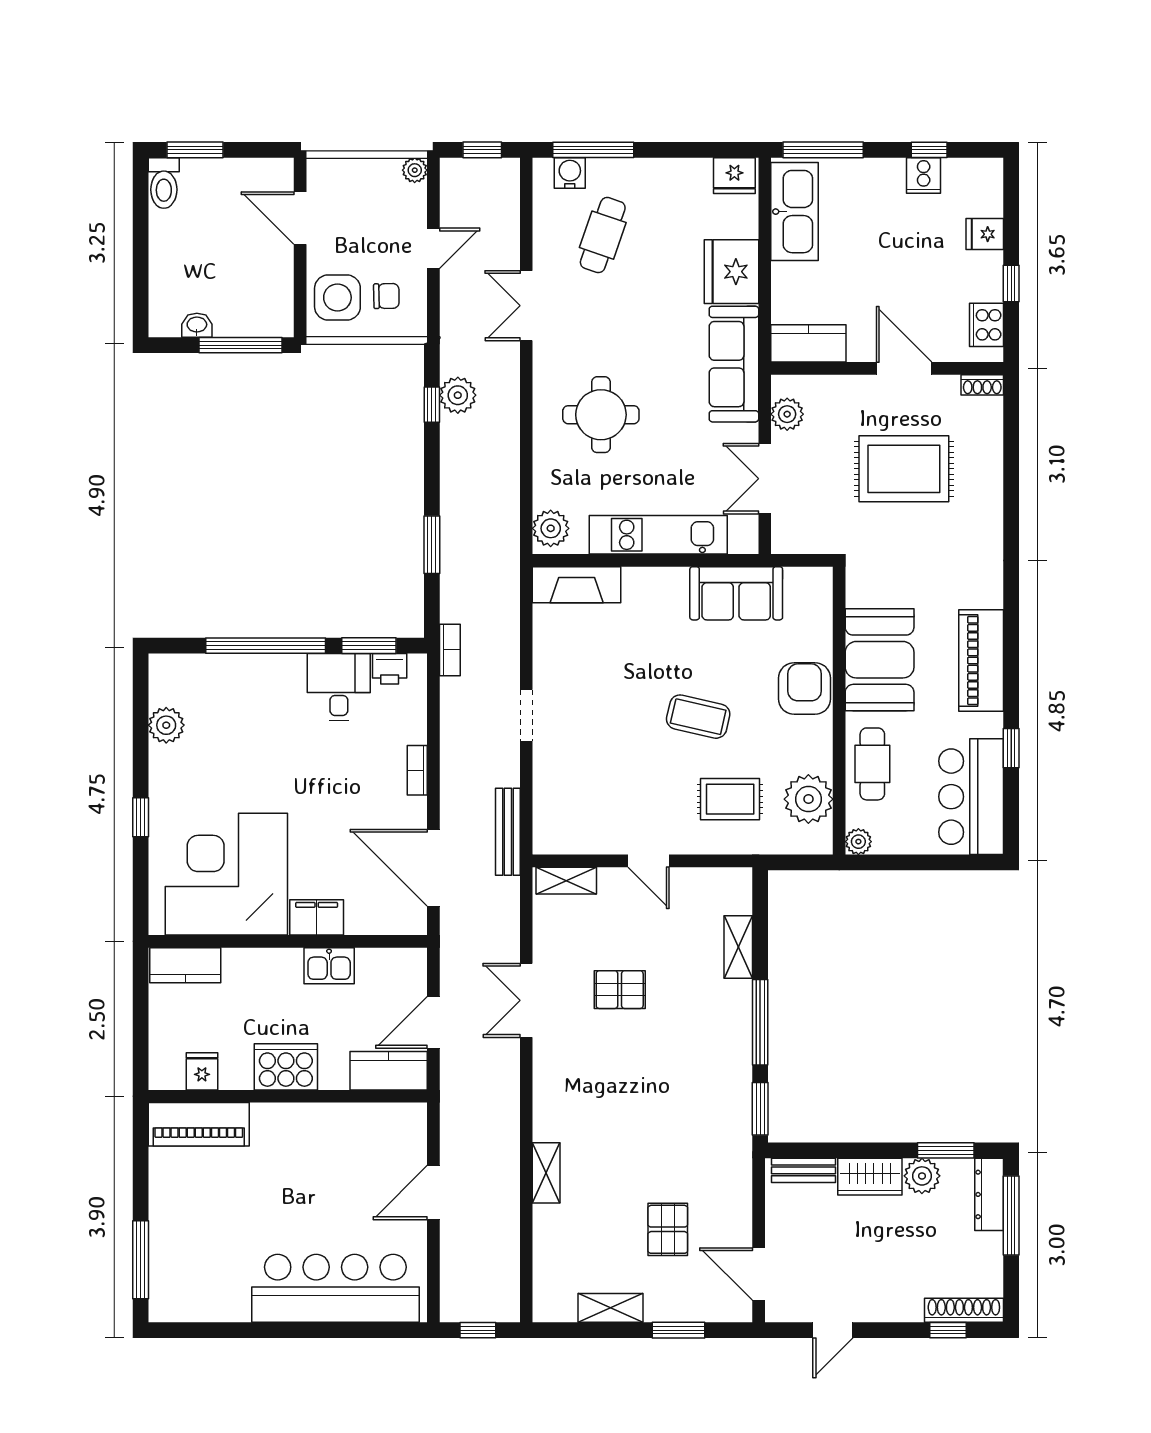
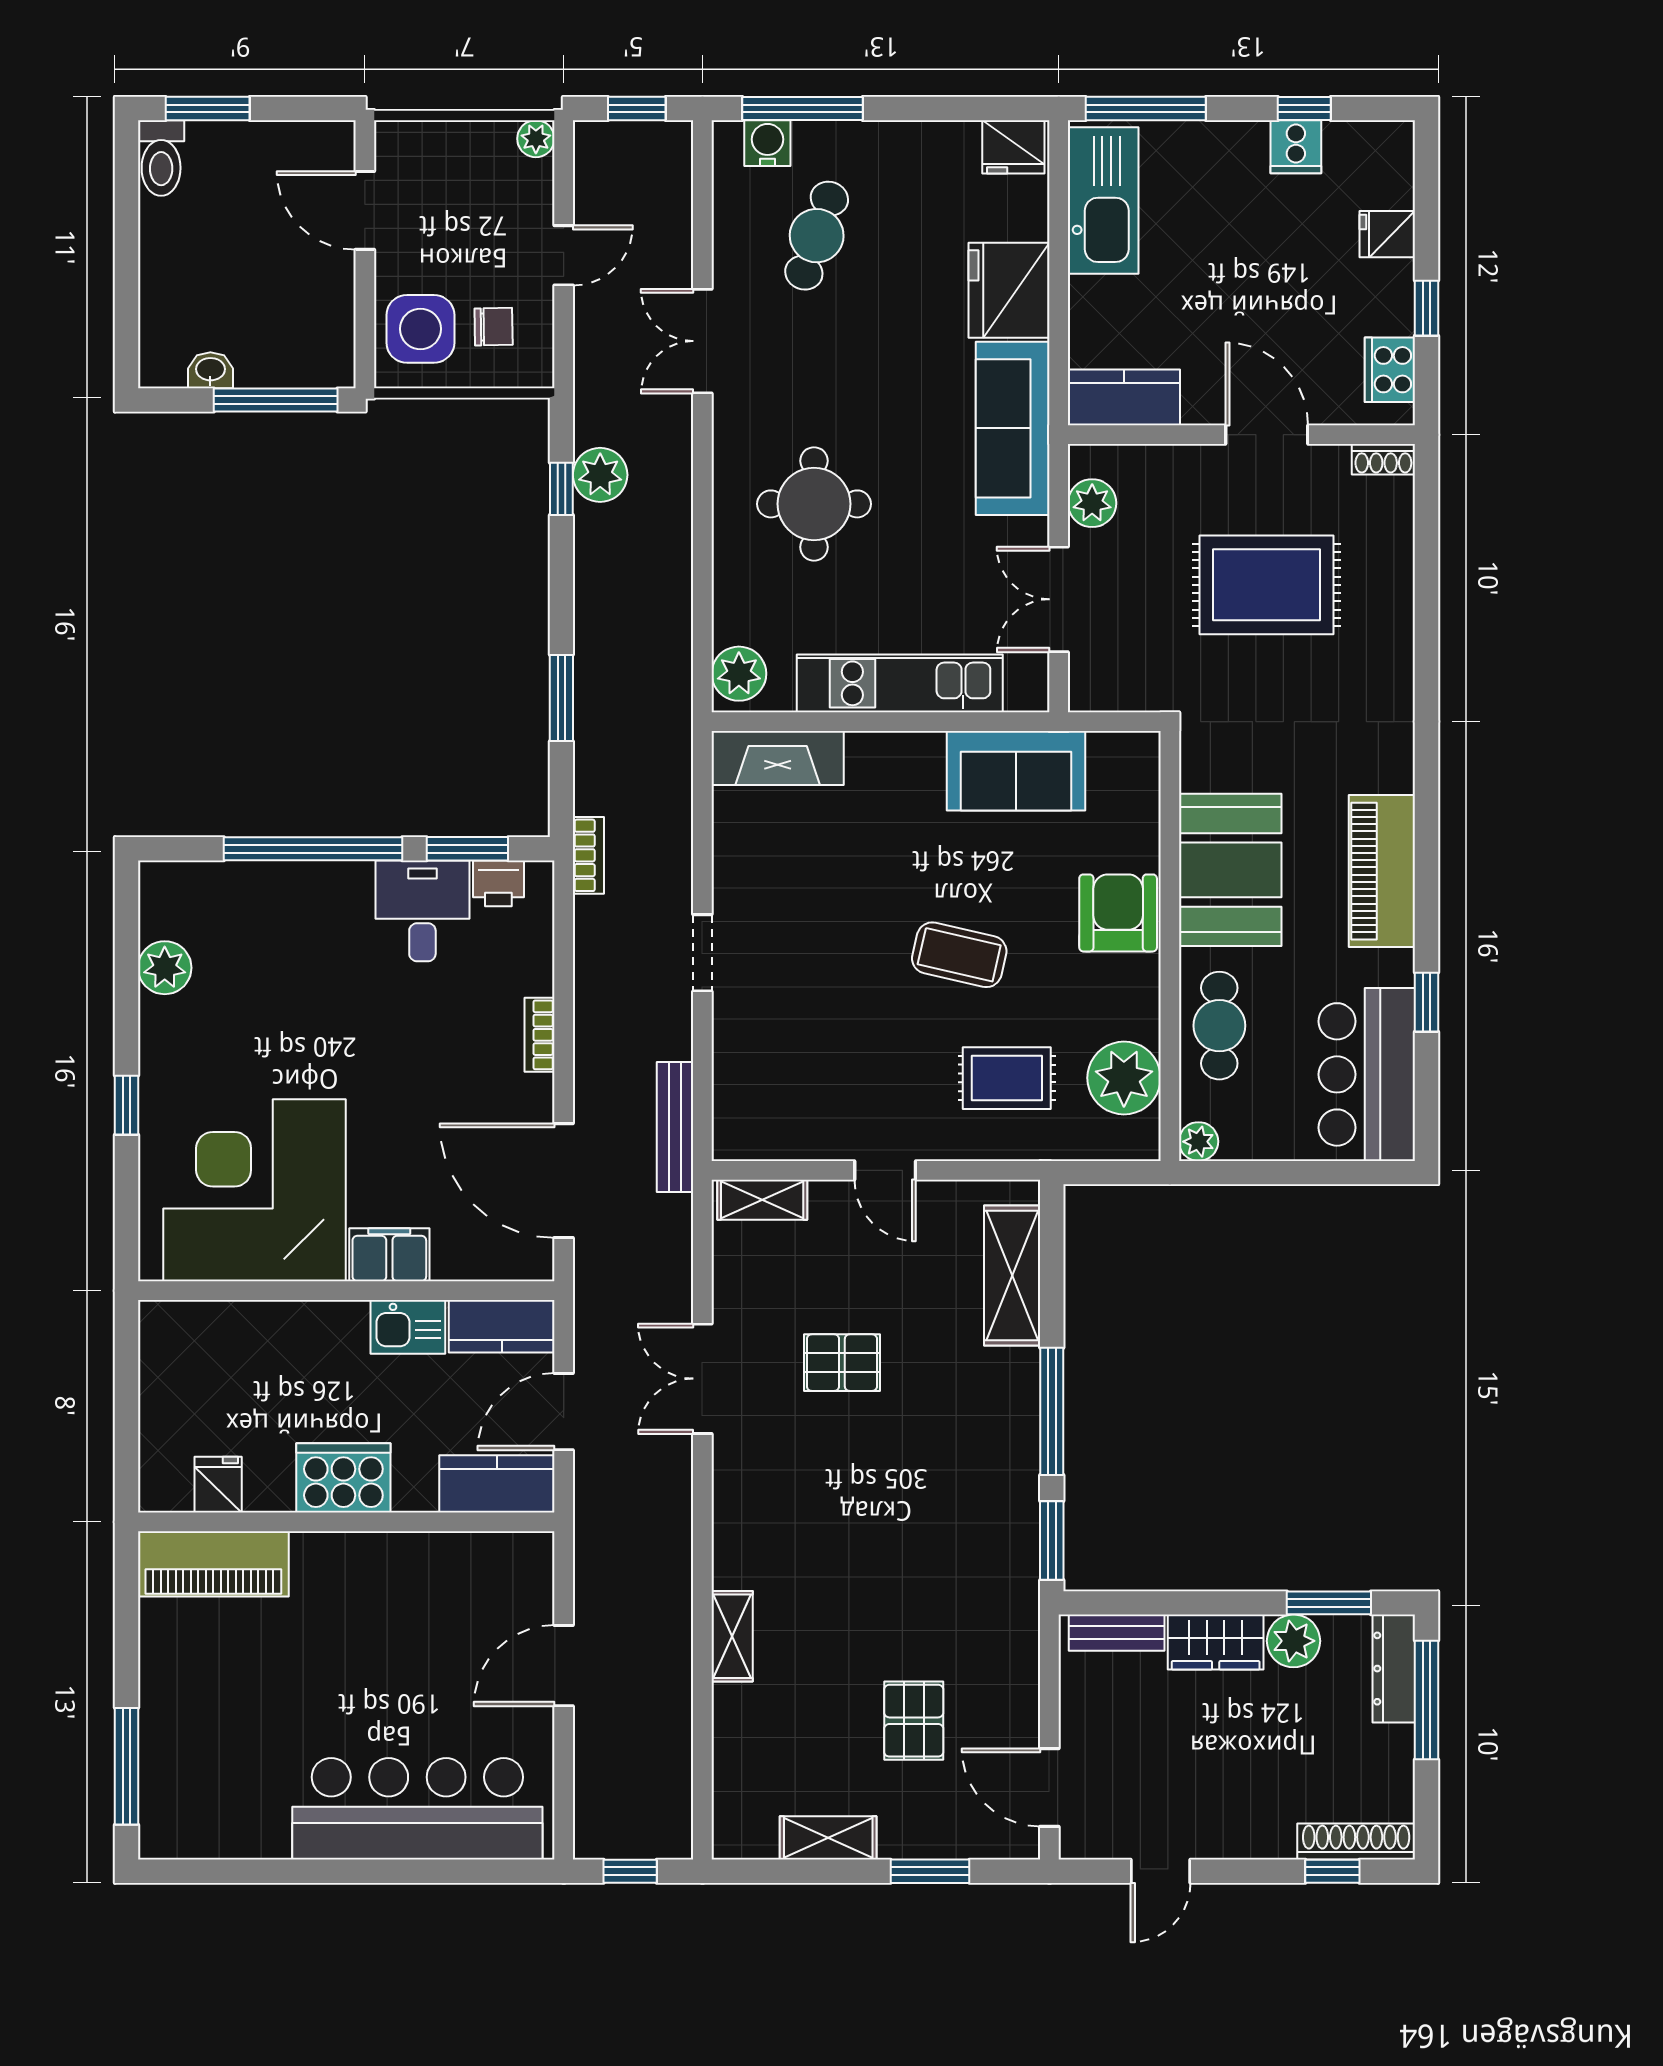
shelving: (738, 947) -> (1012, 1276), width x1.50, depth x1.33
kitchen counter: (185, 965) -> (502, 1326), moved

